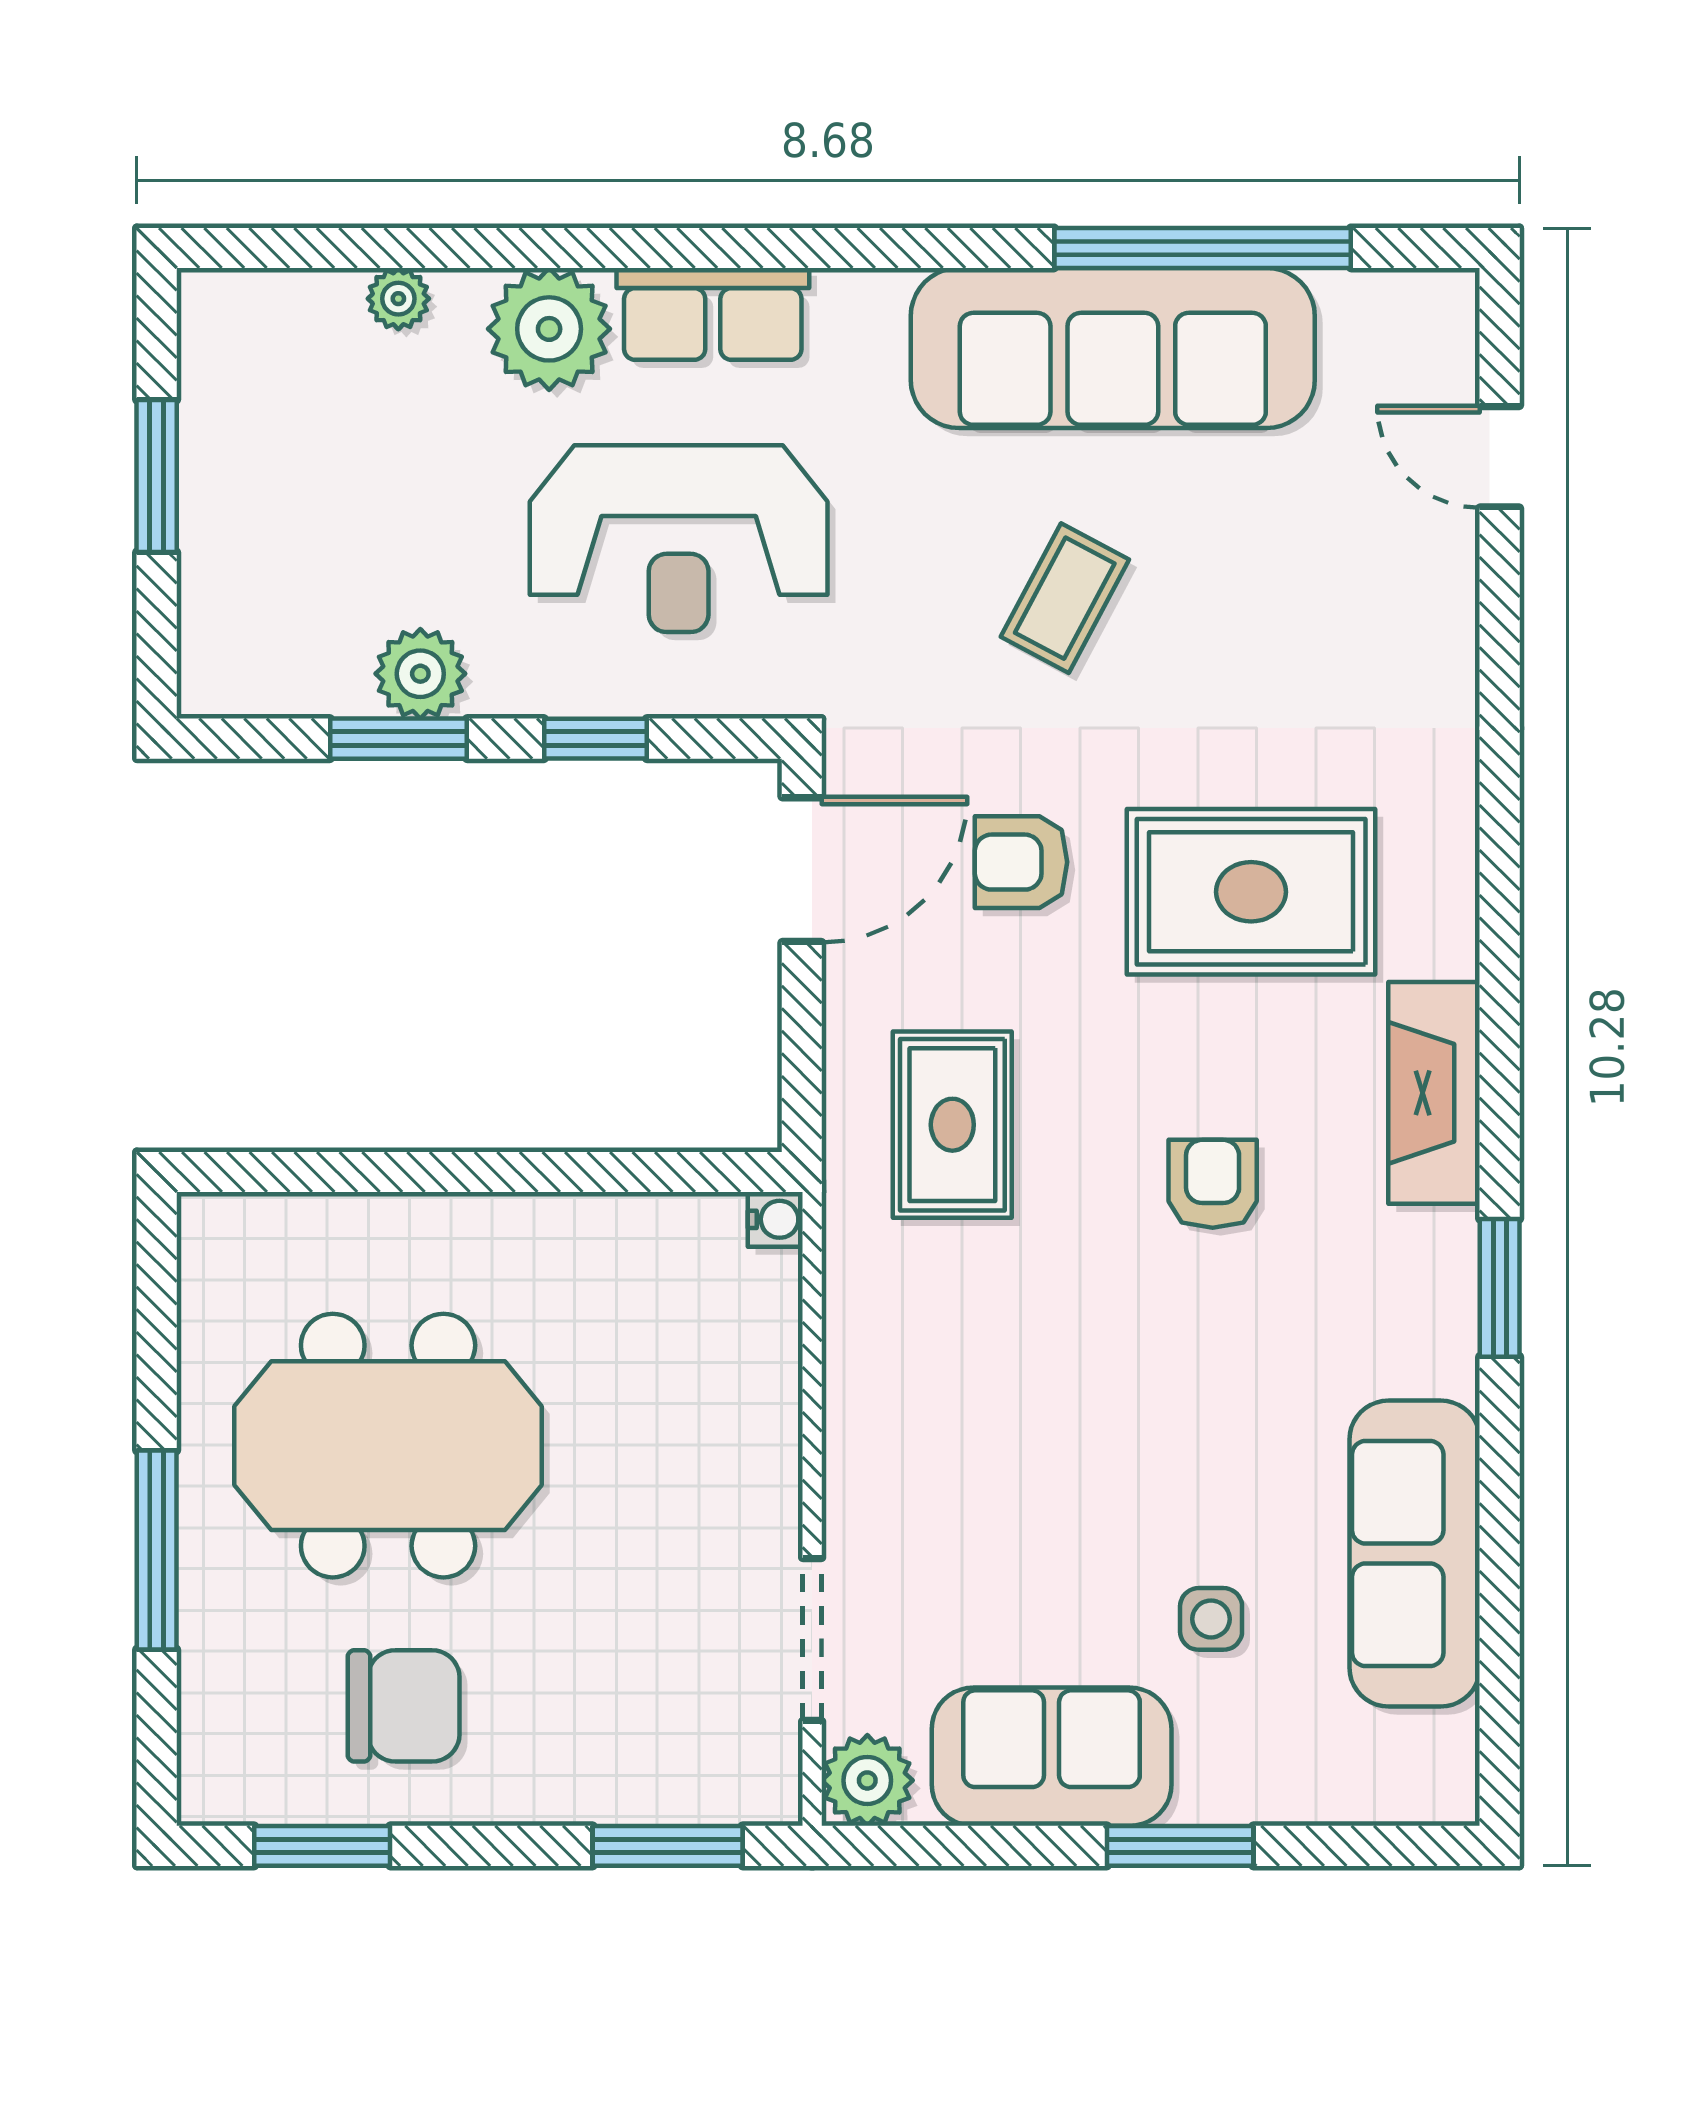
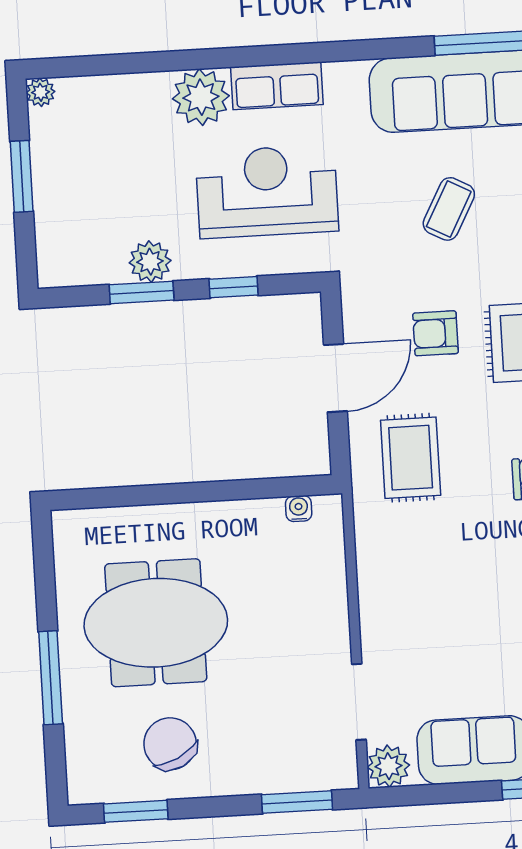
plant: (398, 299) -> (41, 92), moved
reception desk: (679, 539) -> (267, 192), turned 180
door: (802, 870) -> (335, 378), moved
water cooler: (775, 1219) -> (299, 509), moved, turned -90
chair: (404, 1706) -> (170, 744), turned -117

